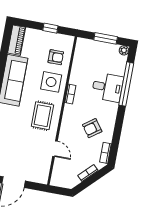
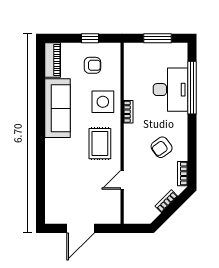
plant: (124, 50) -> (182, 48), removed
armchair: (56, 57) -> (92, 65), moved
desk: (107, 87) -> (170, 90), width x1.37
door: (55, 149) -> (122, 180), swing flipped

